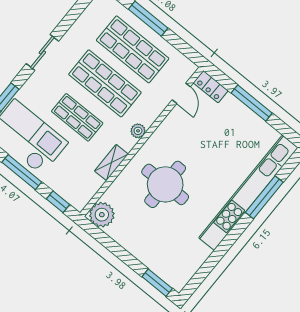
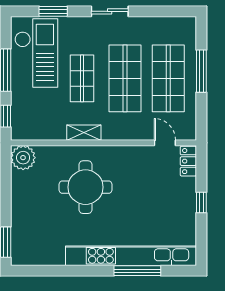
door: (181, 93) -> (165, 143), swing flipped
window: (252, 103) -> (201, 202), width x0.46
plant: (138, 131) -> (109, 133), removed
shelving: (111, 163) -> (84, 133), moved

